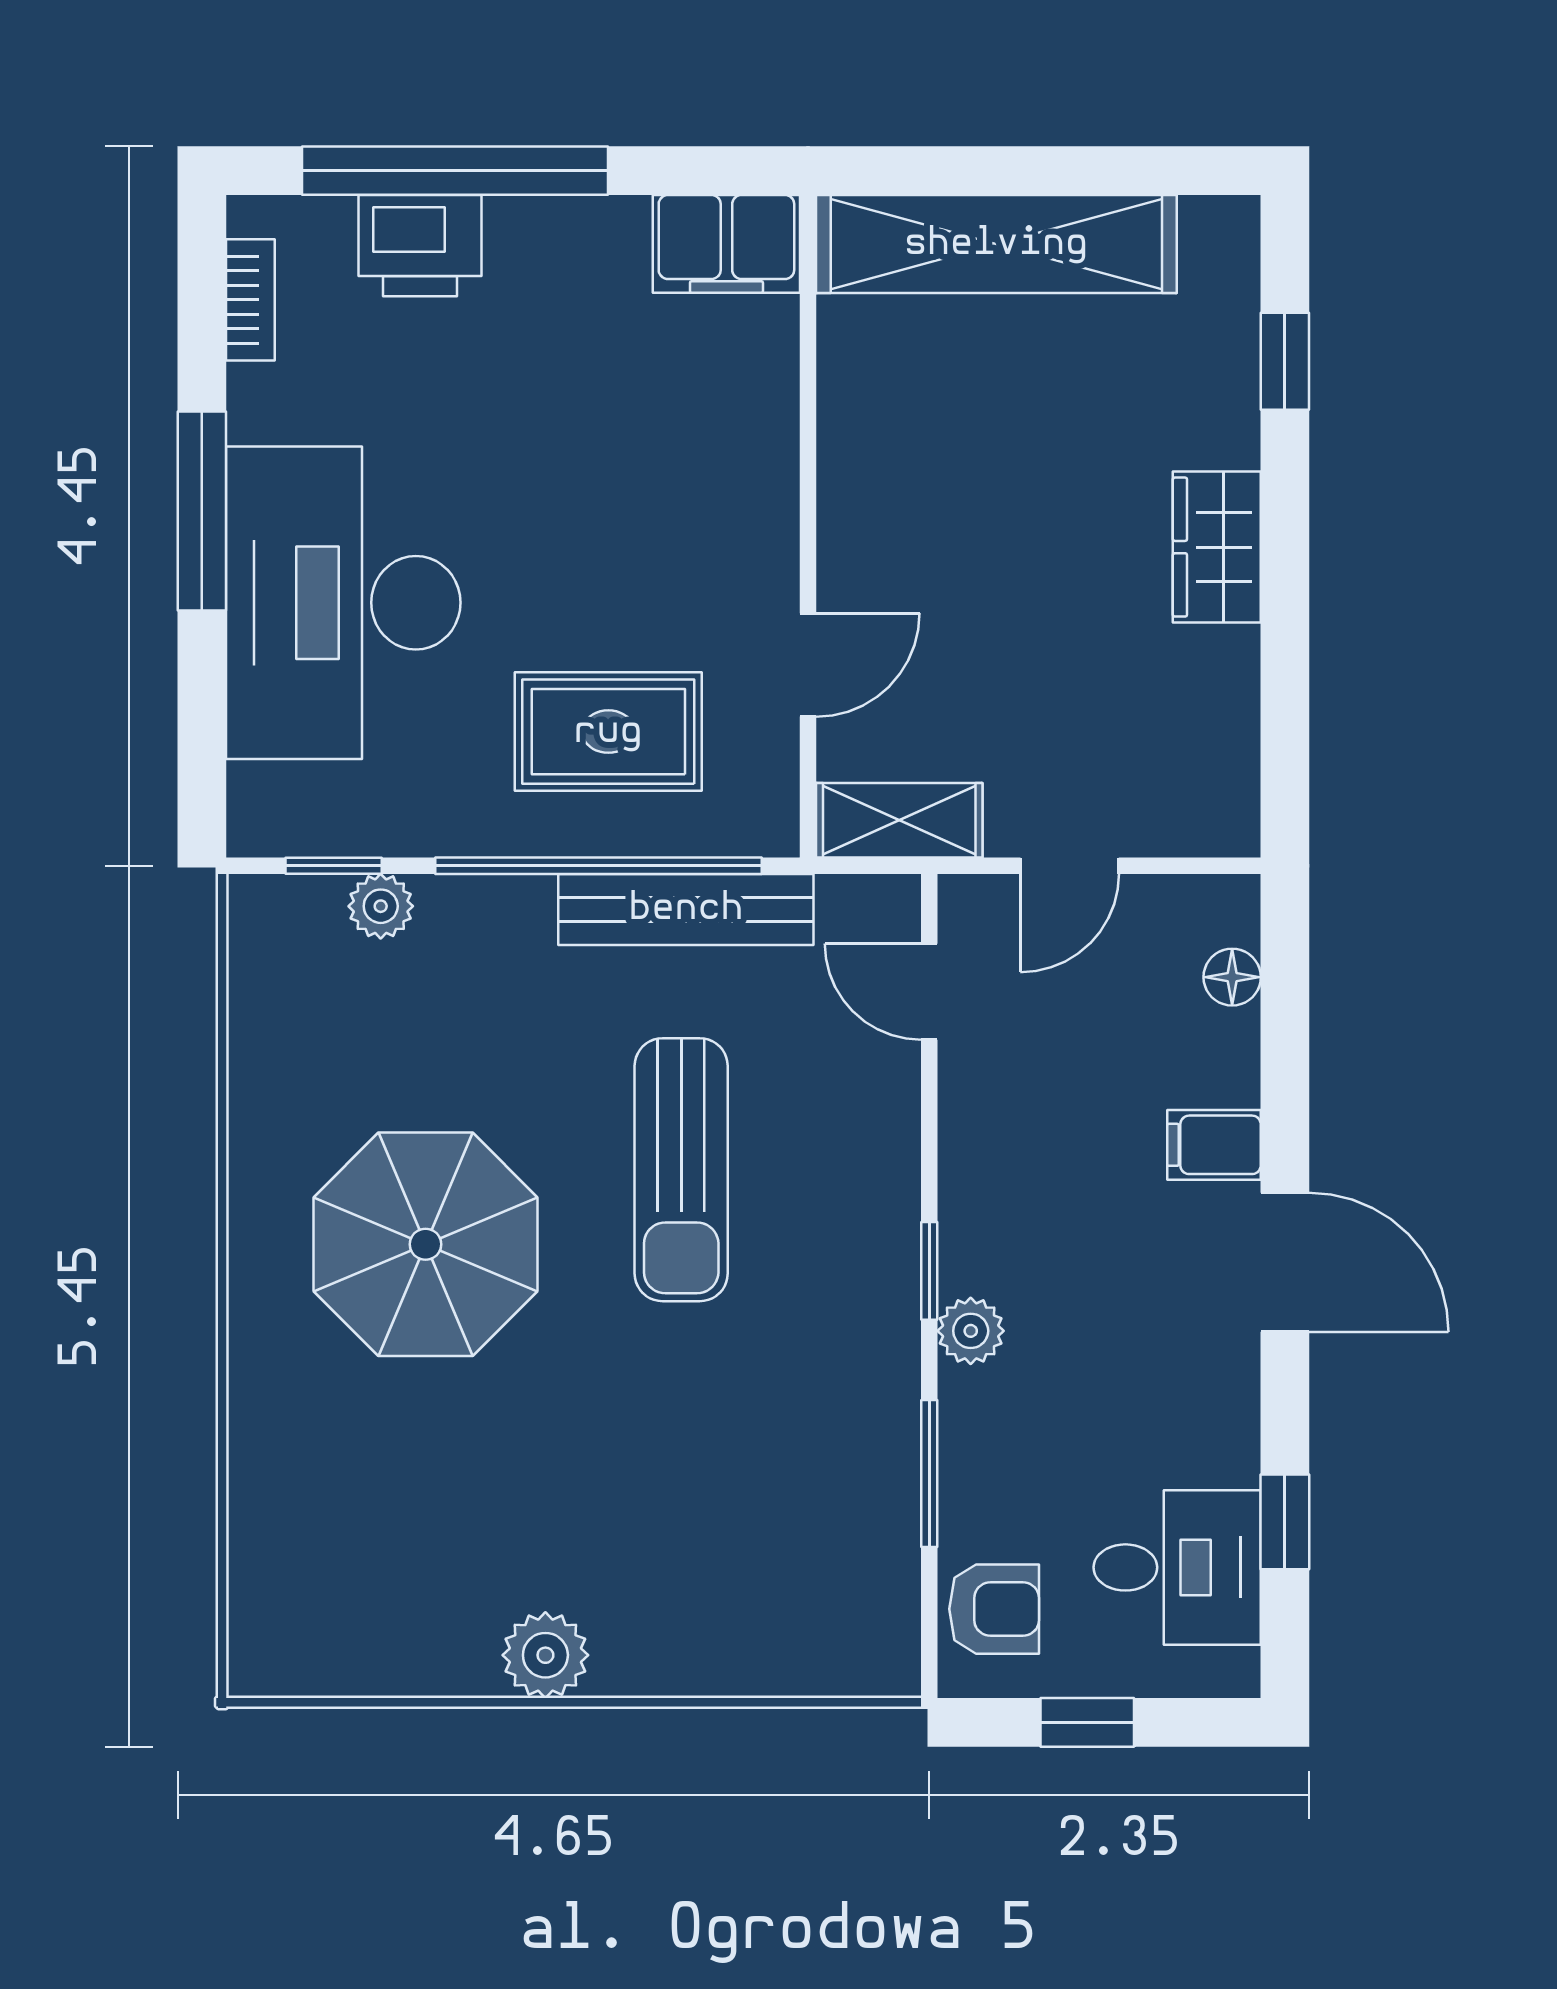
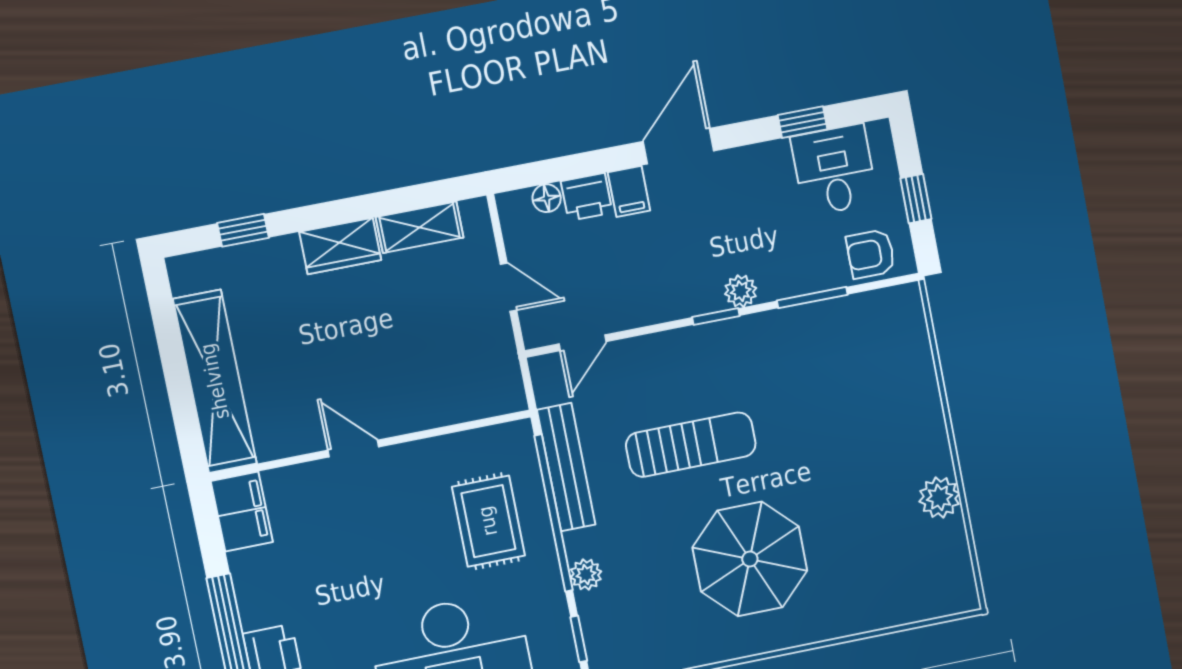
door: (808, 665) -> (353, 449), moved
shelving: (899, 820) -> (420, 227), moved, turned 90
plant: (381, 906) -> (586, 574), moved
printer: (1219, 1058) -> (587, 197), added
armchair: (994, 1609) -> (871, 254), turned -90
plant: (545, 1655) -> (939, 497), moved

